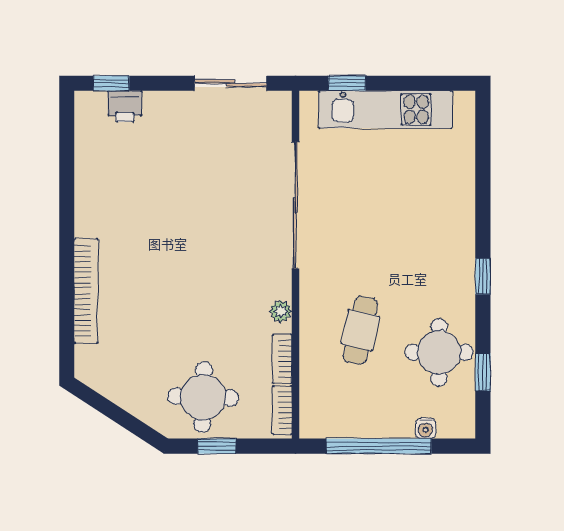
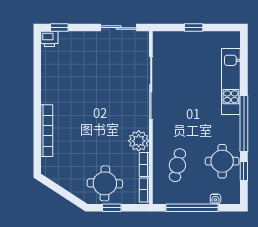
window: (347, 83) -> (194, 28), moved
printer: (125, 106) -> (49, 39), moved
kitchen unit: (385, 109) -> (231, 81), moved, turned 90
window: (483, 276) -> (244, 123), width x3.17
plant: (281, 311) -> (139, 141), width x1.87, depth x1.87
cafe table: (360, 330) -> (177, 165), moved

